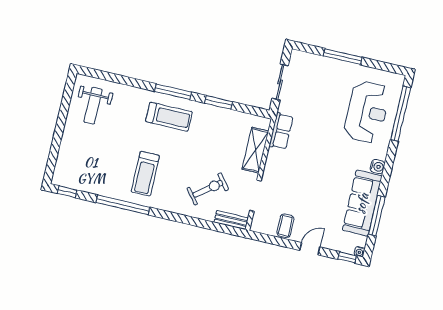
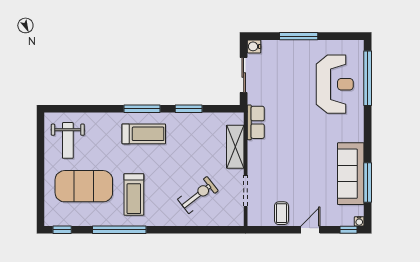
exercise mat: (98, 154) -> (84, 186), added
water cooler: (377, 167) -> (254, 46), moved, turned 180
bench: (231, 220) -> (228, 220), removed

